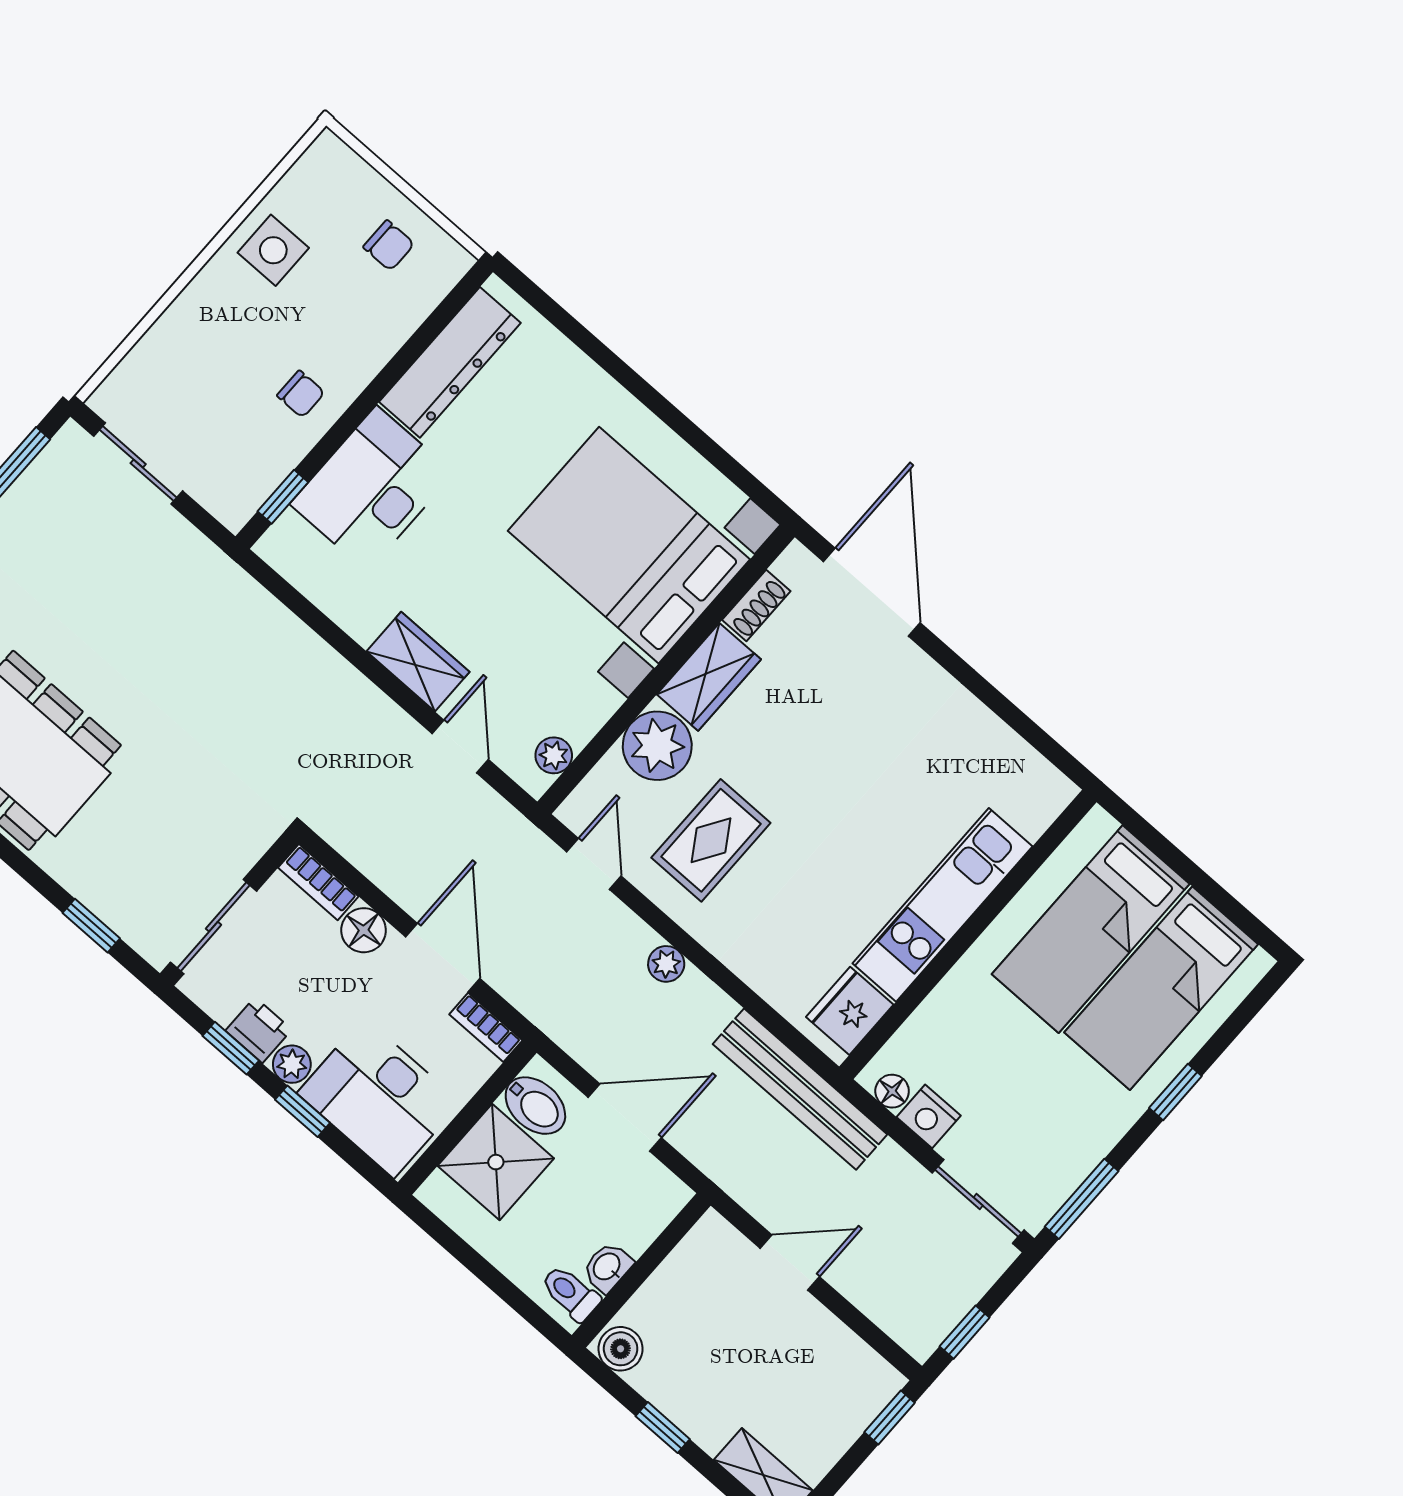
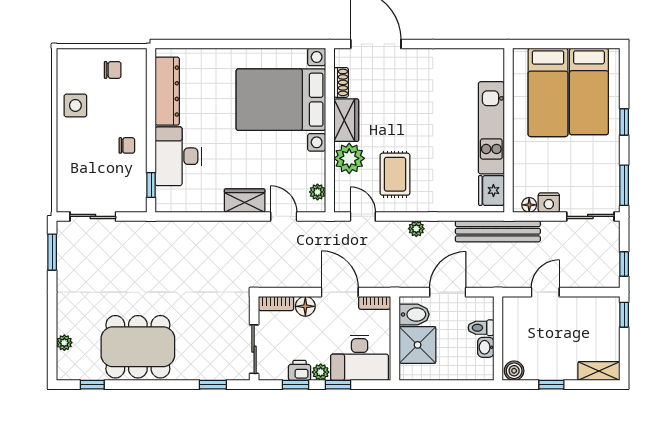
toilet: (570, 1293) -> (481, 328), moved

